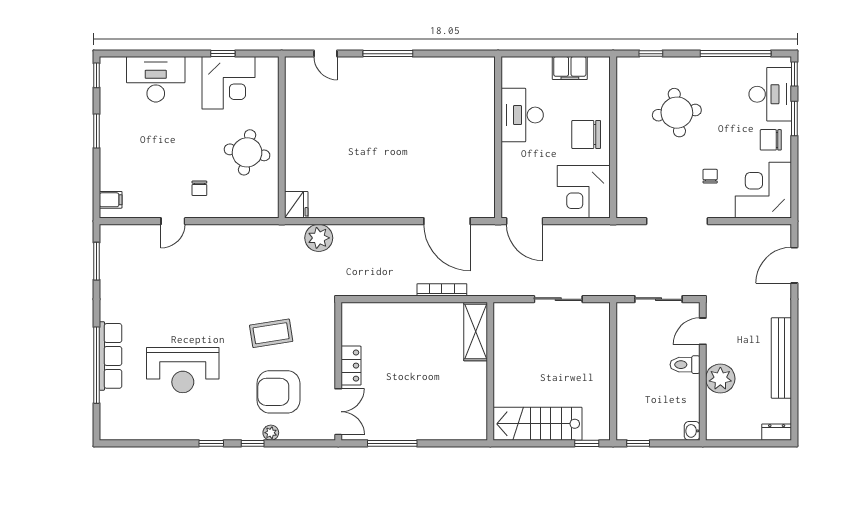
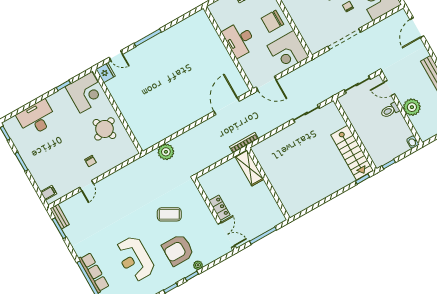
corner desk: (228, 83) -> (86, 92), moved
desk: (522, 115) -> (239, 39), moved
round table: (247, 152) -> (104, 129), turned -32
fridge: (296, 205) -> (106, 73), moved
door: (447, 221) -> (227, 106), swing flipped
bench: (107, 244) -> (60, 217), added
door: (703, 331) -> (389, 88), hinge flipped
shelving: (476, 332) -> (249, 168), moved
coffee table: (271, 333) -> (169, 214), turned 38
reception desk: (183, 370) -> (135, 259), turned 90
wall: (490, 371) -> (268, 184), moved
armchair: (278, 392) -> (178, 250), moved
stairs: (538, 424) -> (352, 153), moved, turned -90

